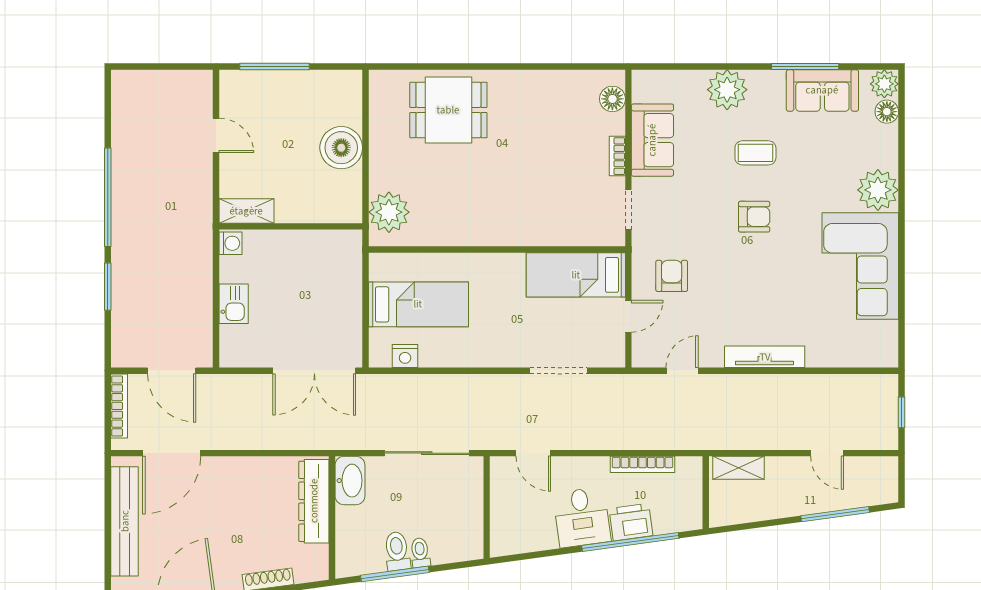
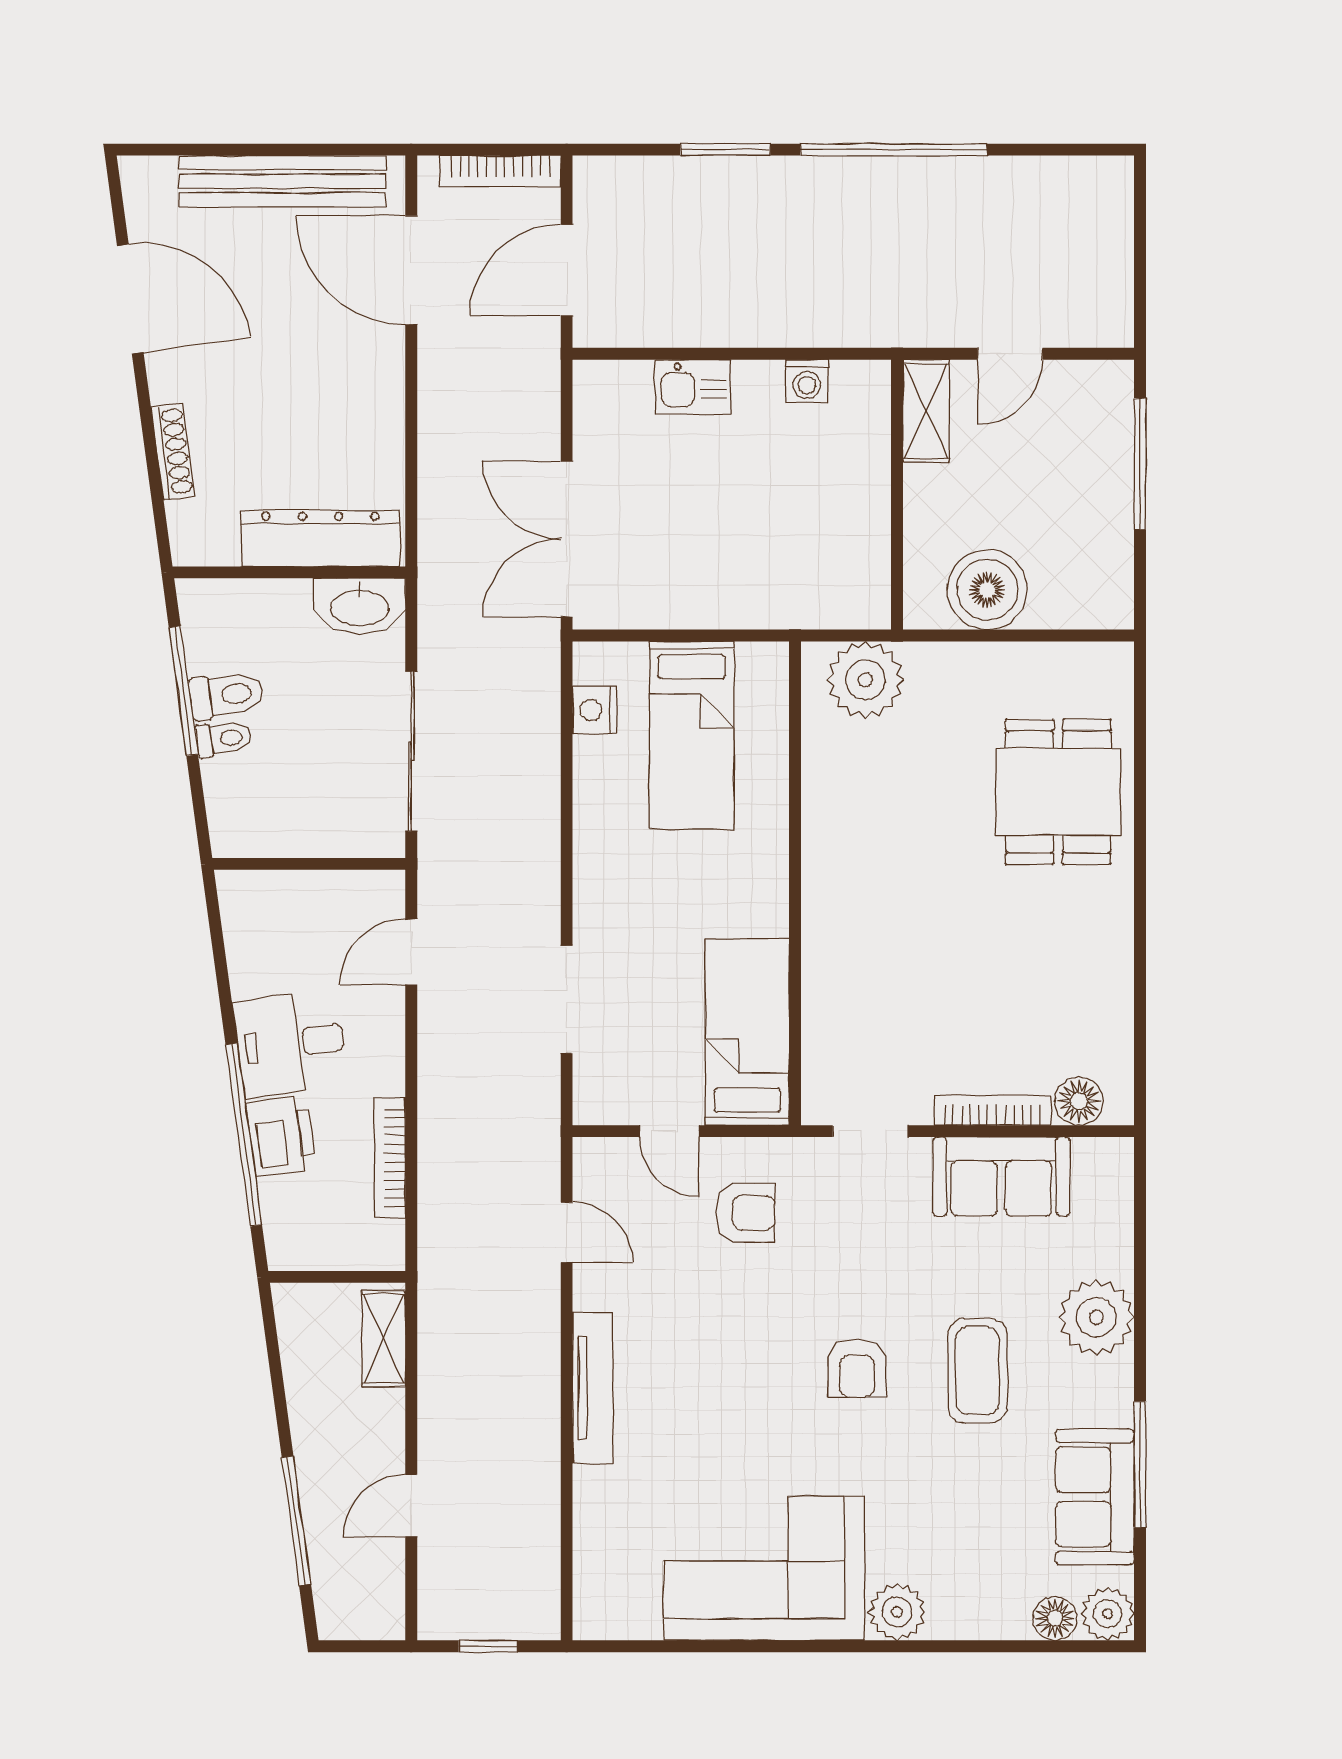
coffee table: (755, 153) -> (977, 1371), width x1.36, depth x1.30
bookcase: (617, 156) -> (992, 1110), width x1.56
plant: (878, 190) -> (897, 1612), width x0.73, depth x0.73
shelving: (246, 211) -> (926, 411), moved
wall: (291, 226) -> (897, 495), moved

